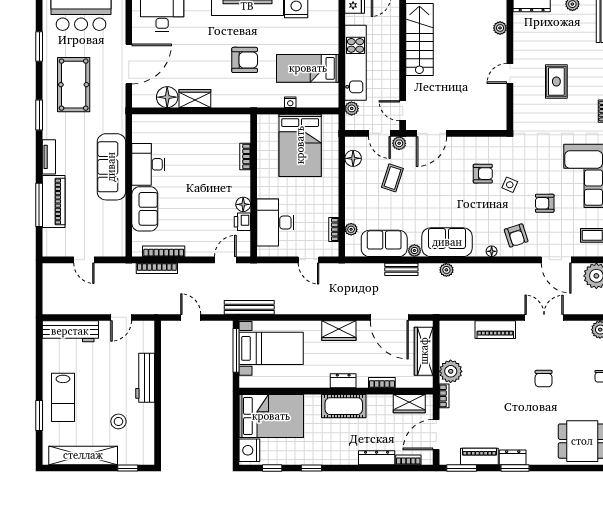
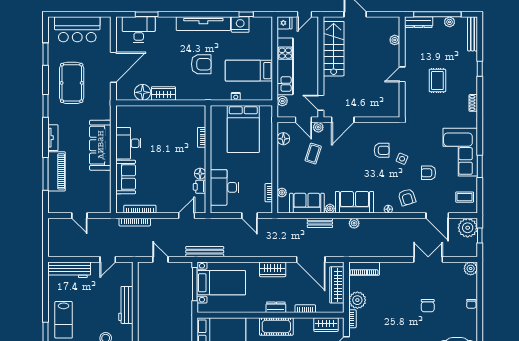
piano: (495, 330) -> (364, 269), moved

